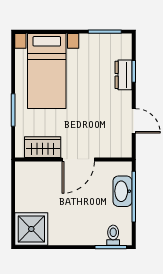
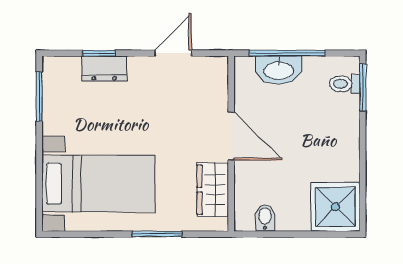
bidet: (24, 182) -> (265, 218), added

